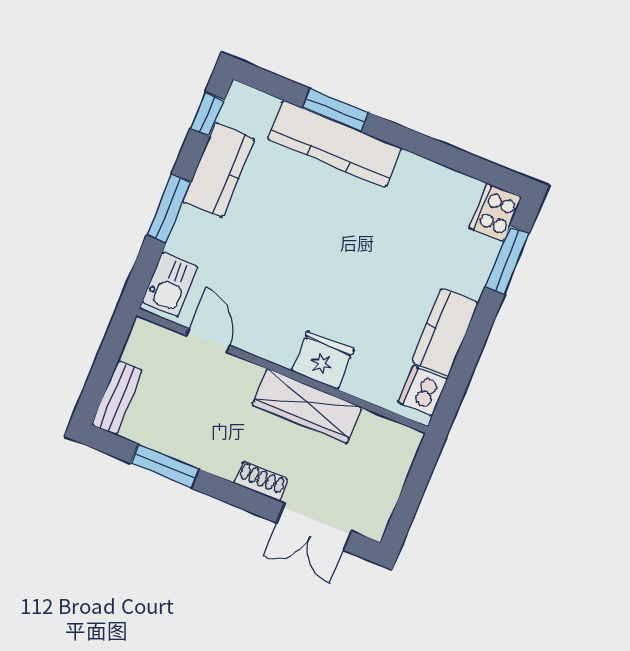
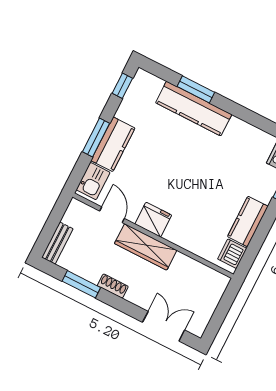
kitchen counter: (219, 170) -> (113, 144), moved
fridge: (323, 360) -> (153, 220), moved
wardrobe: (307, 406) -> (146, 247), moved
shoe rack: (261, 481) -> (113, 286), moved
double door: (314, 527) -> (164, 326), swing flipped

